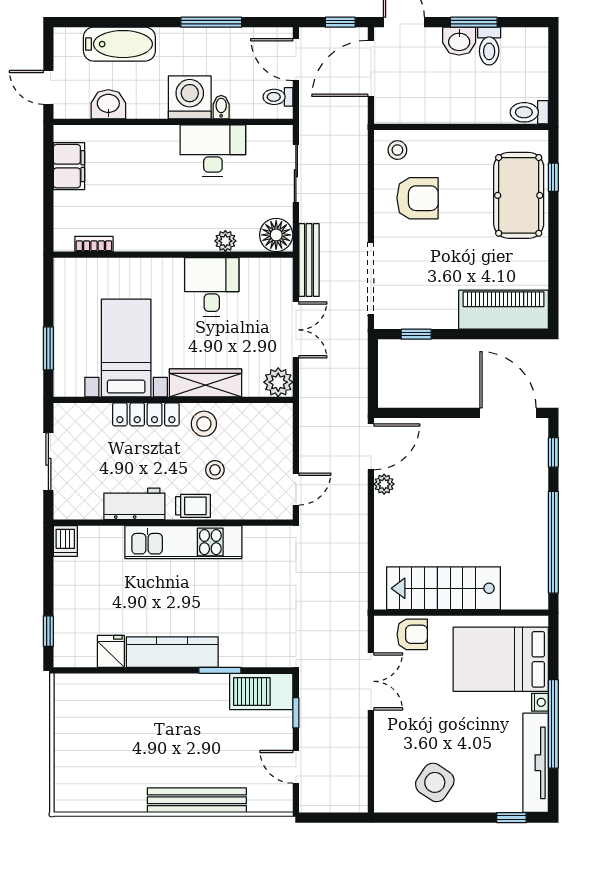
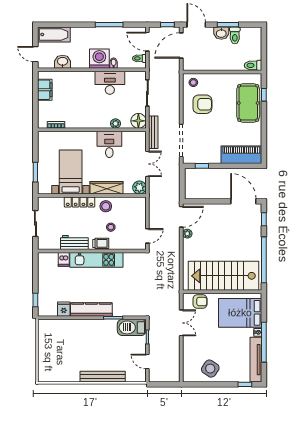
bathtub: (119, 44) -> (54, 35), moved
dishwasher: (65, 541) -> (64, 259), moved
stairs: (444, 588) -> (224, 276), width x1.36, depth x1.51

